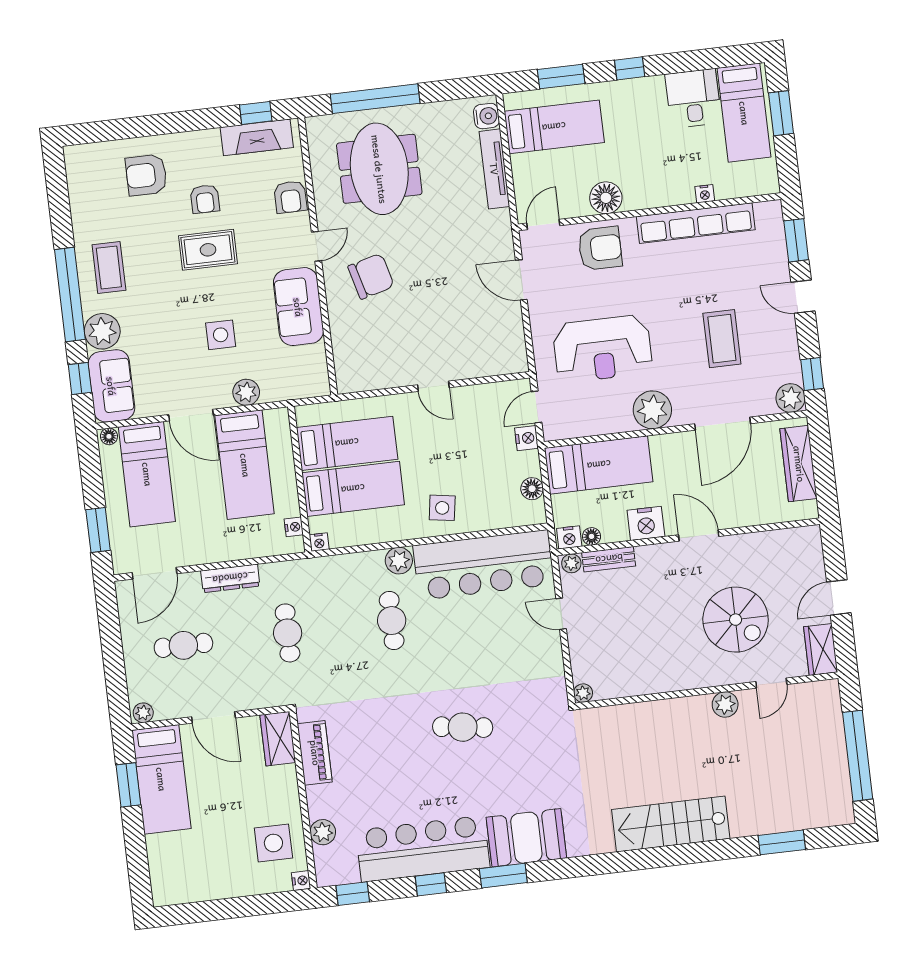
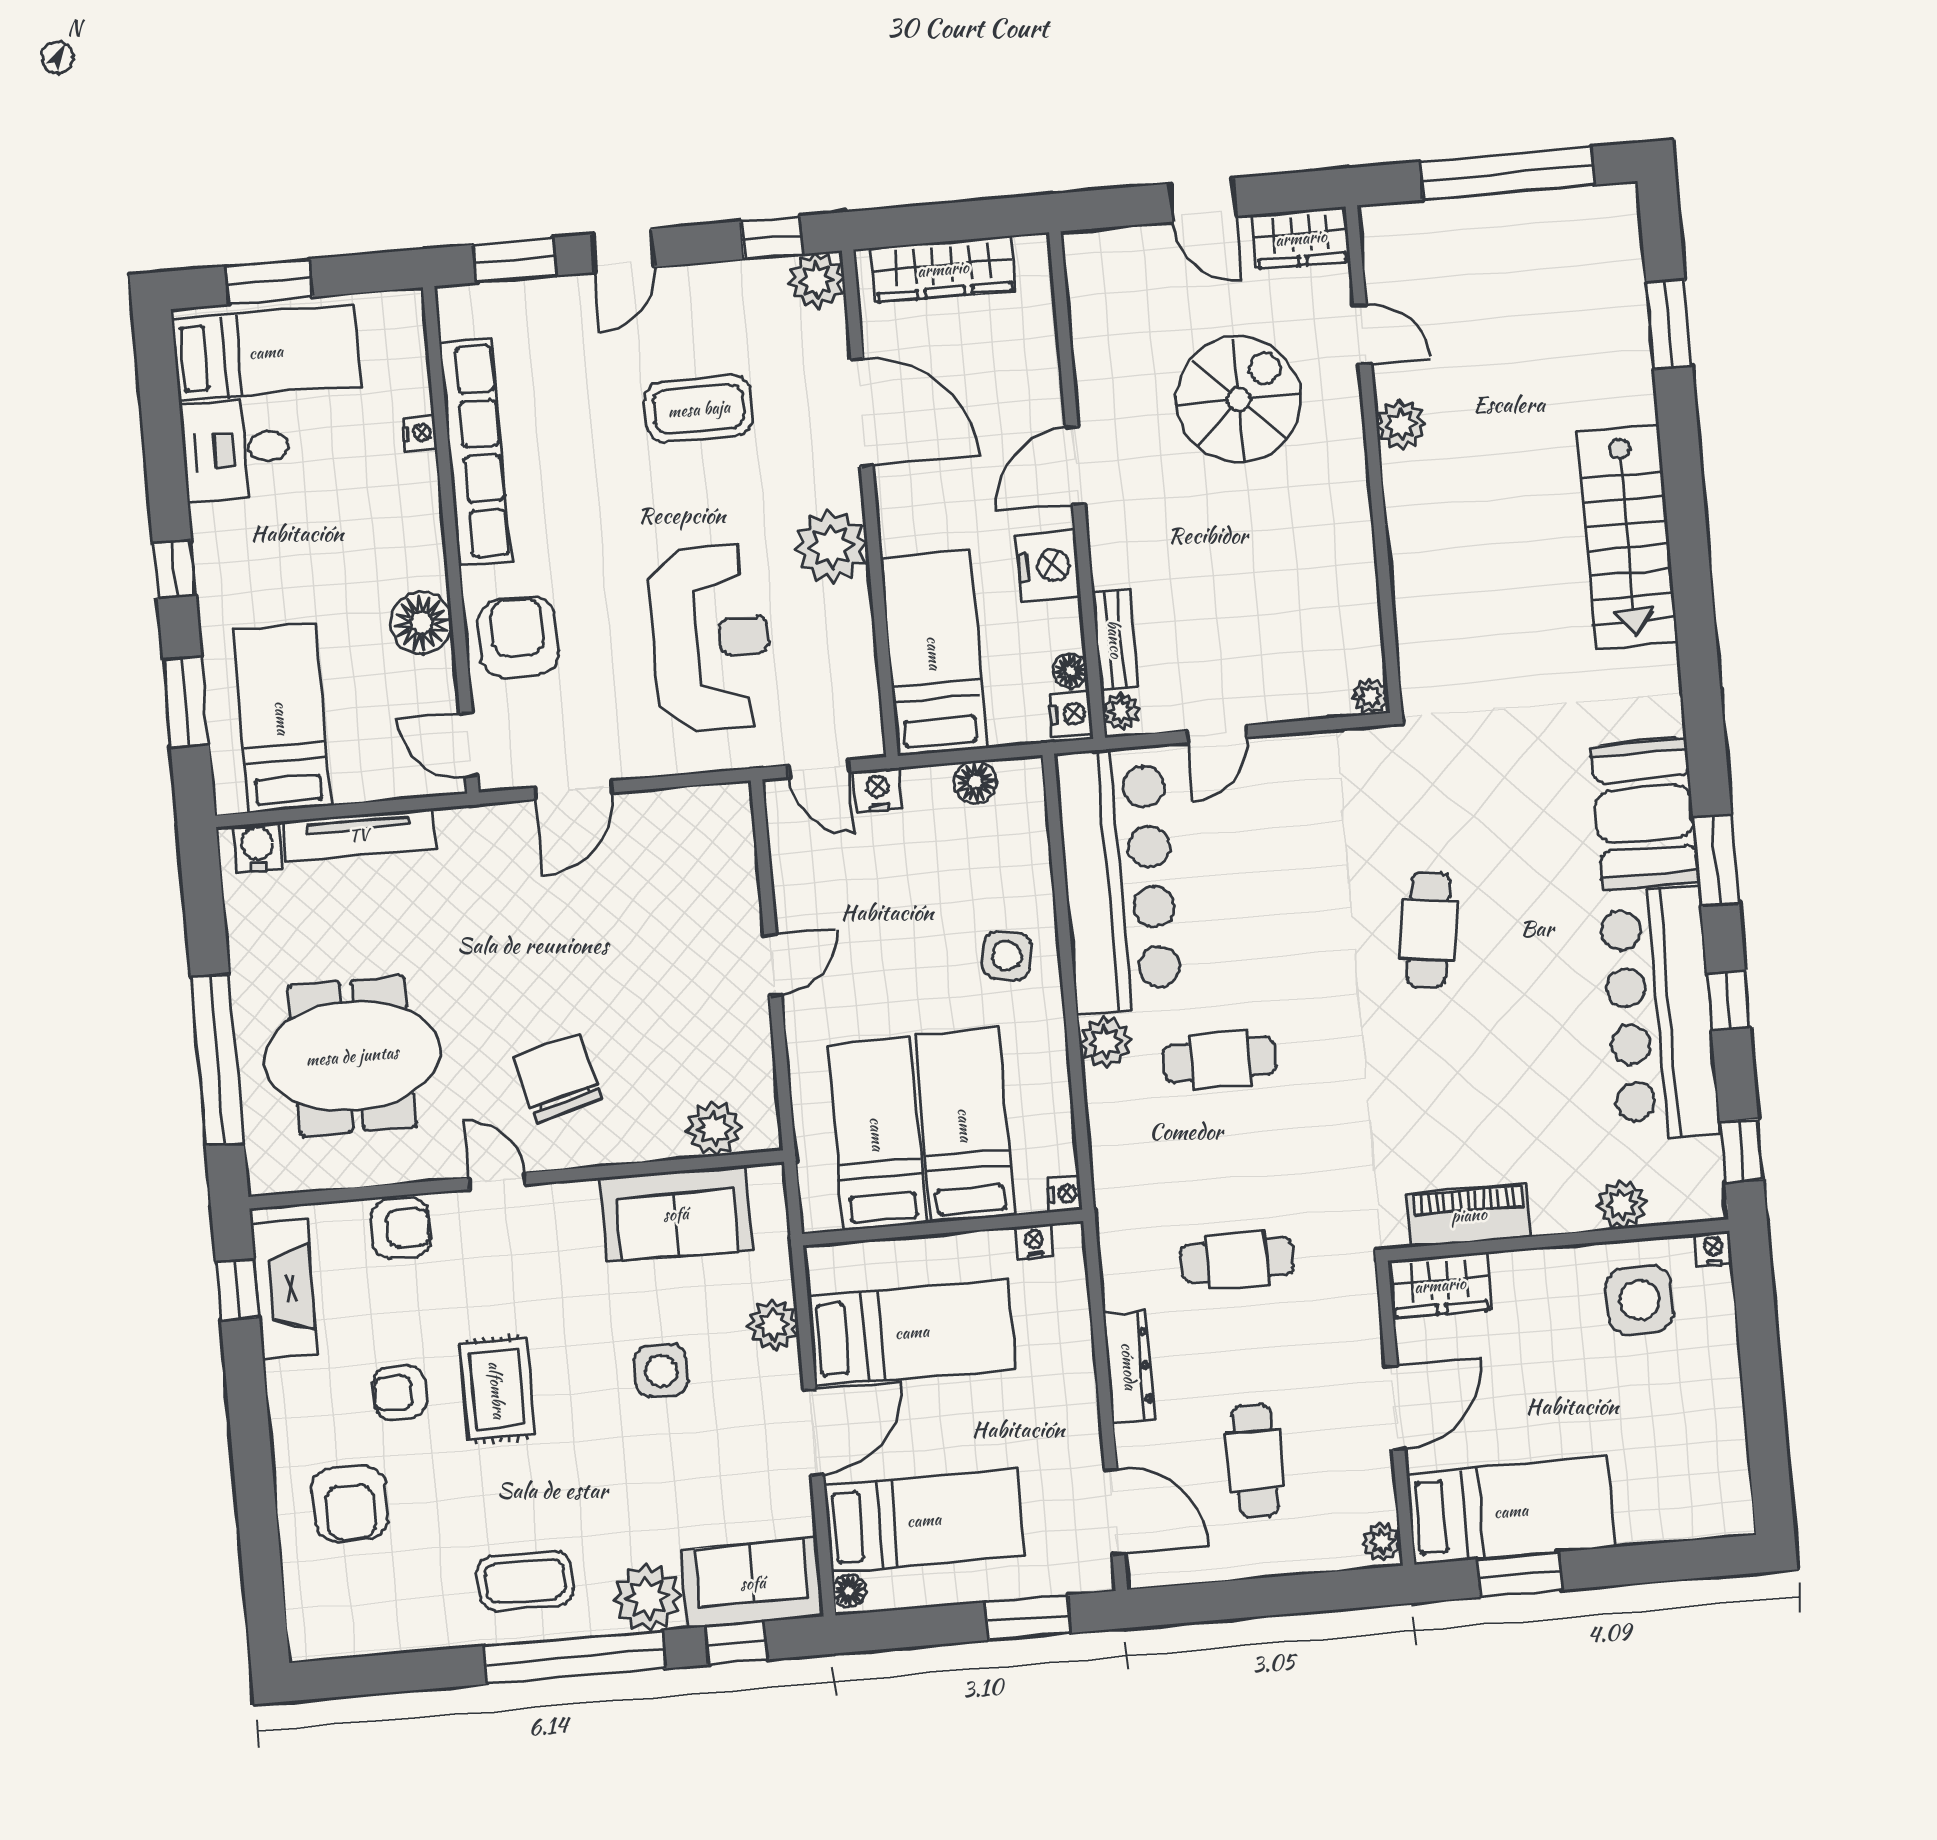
armchair: (205, 199) -> (399, 1393), turned 180
sofa: (298, 307) -> (676, 1214), moved
plant: (347, 358) -> (714, 1129), added

